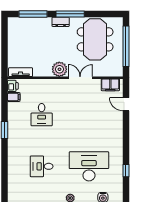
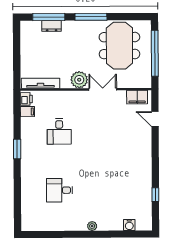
dresser: (61, 22) -> (52, 26), moved
tv unit: (21, 72) -> (41, 83), width x1.41
desk: (89, 166) -> (113, 190), removed

